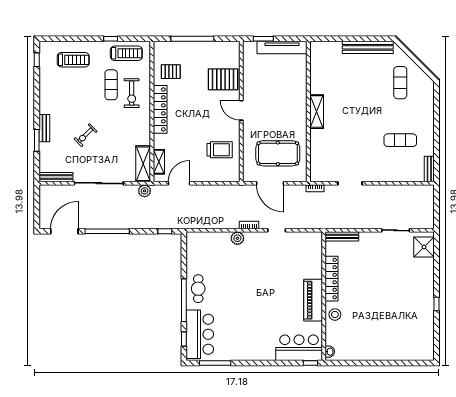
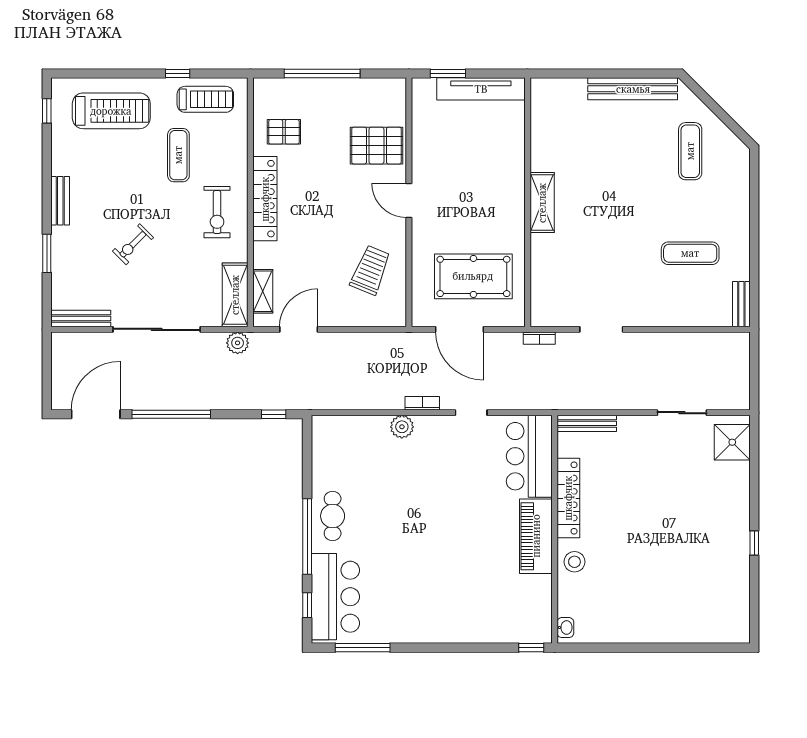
treadmill: (73, 60) -> (111, 111), width x1.37, depth x1.38
exercise bike: (132, 93) -> (217, 212), moved
bench: (44, 128) -> (60, 201), moved
trolley: (220, 150) -> (370, 270), turned -68
bar counter: (299, 348) -> (529, 456), moved, turned -90

